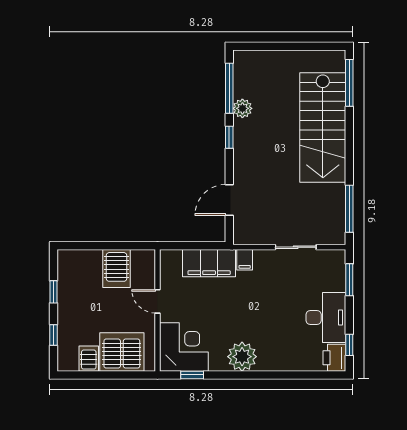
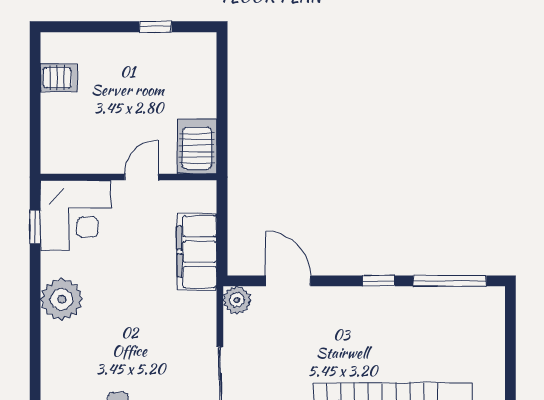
plant: (242, 108) -> (237, 300), moved
filing cabinet: (245, 260) -> (202, 303), removed
server rack: (117, 268) -> (197, 146), moved, turned 90
window: (54, 335) -> (93, 27), removed
server rack: (122, 352) -> (68, 126), removed

